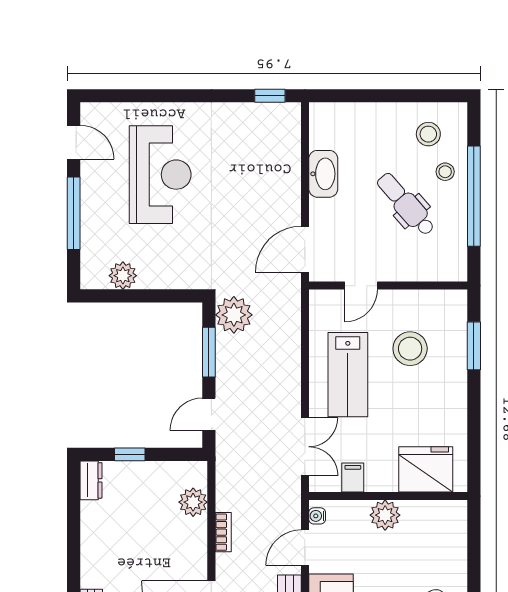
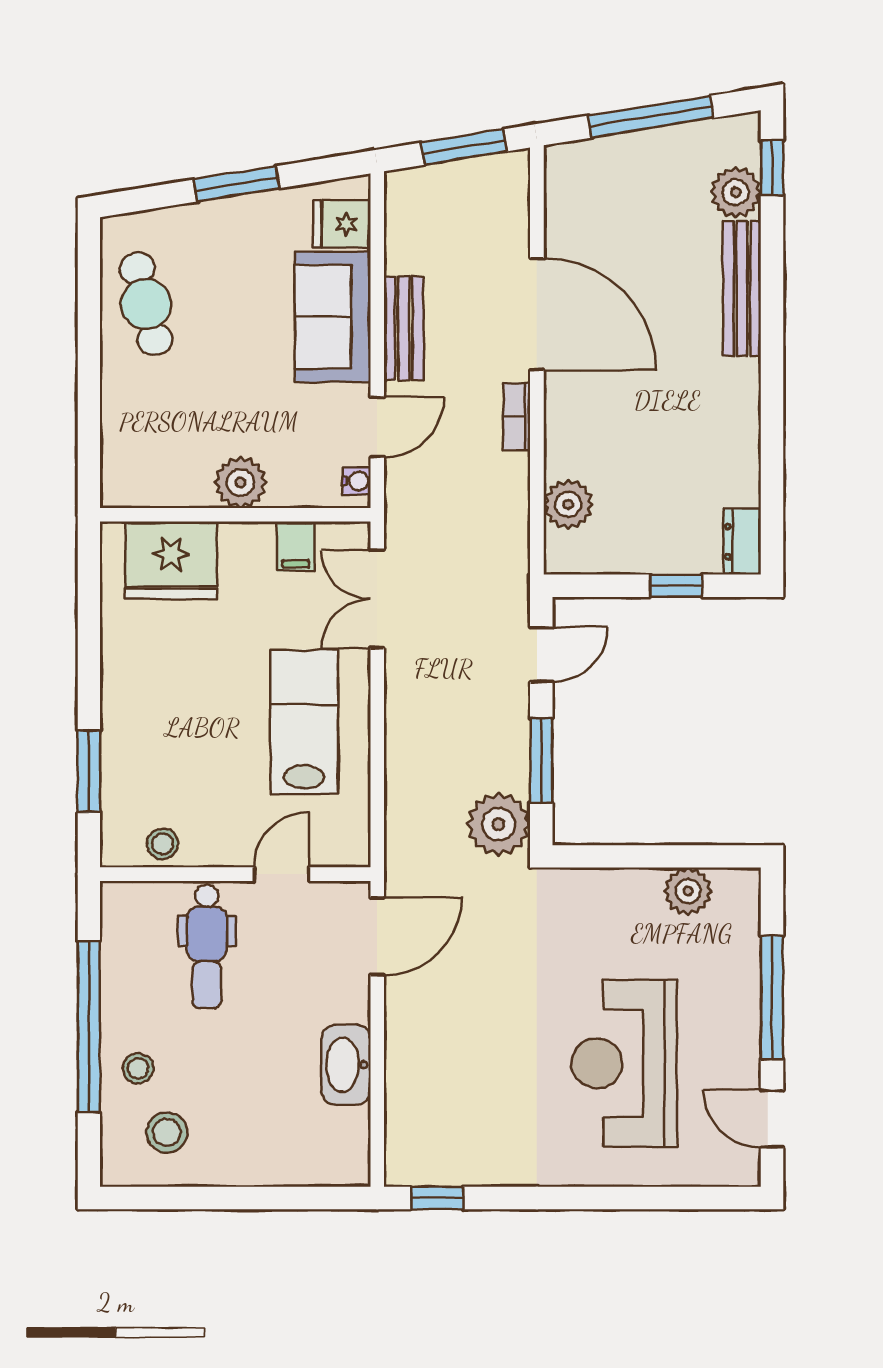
dental chair: (406, 204) -> (207, 946), moved, turned 41
stool: (410, 349) -> (162, 844), moved, width x0.53, depth x0.53
bookcase: (223, 532) -> (517, 417), moved

